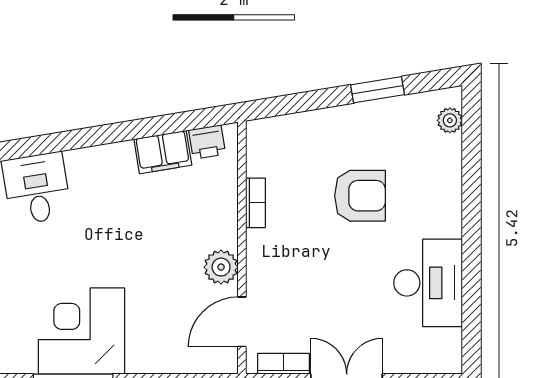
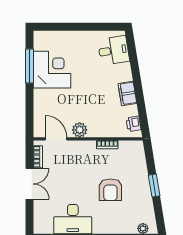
window: (378, 90) -> (154, 185), moved
filing cabinet: (163, 152) -> (127, 93), moved

